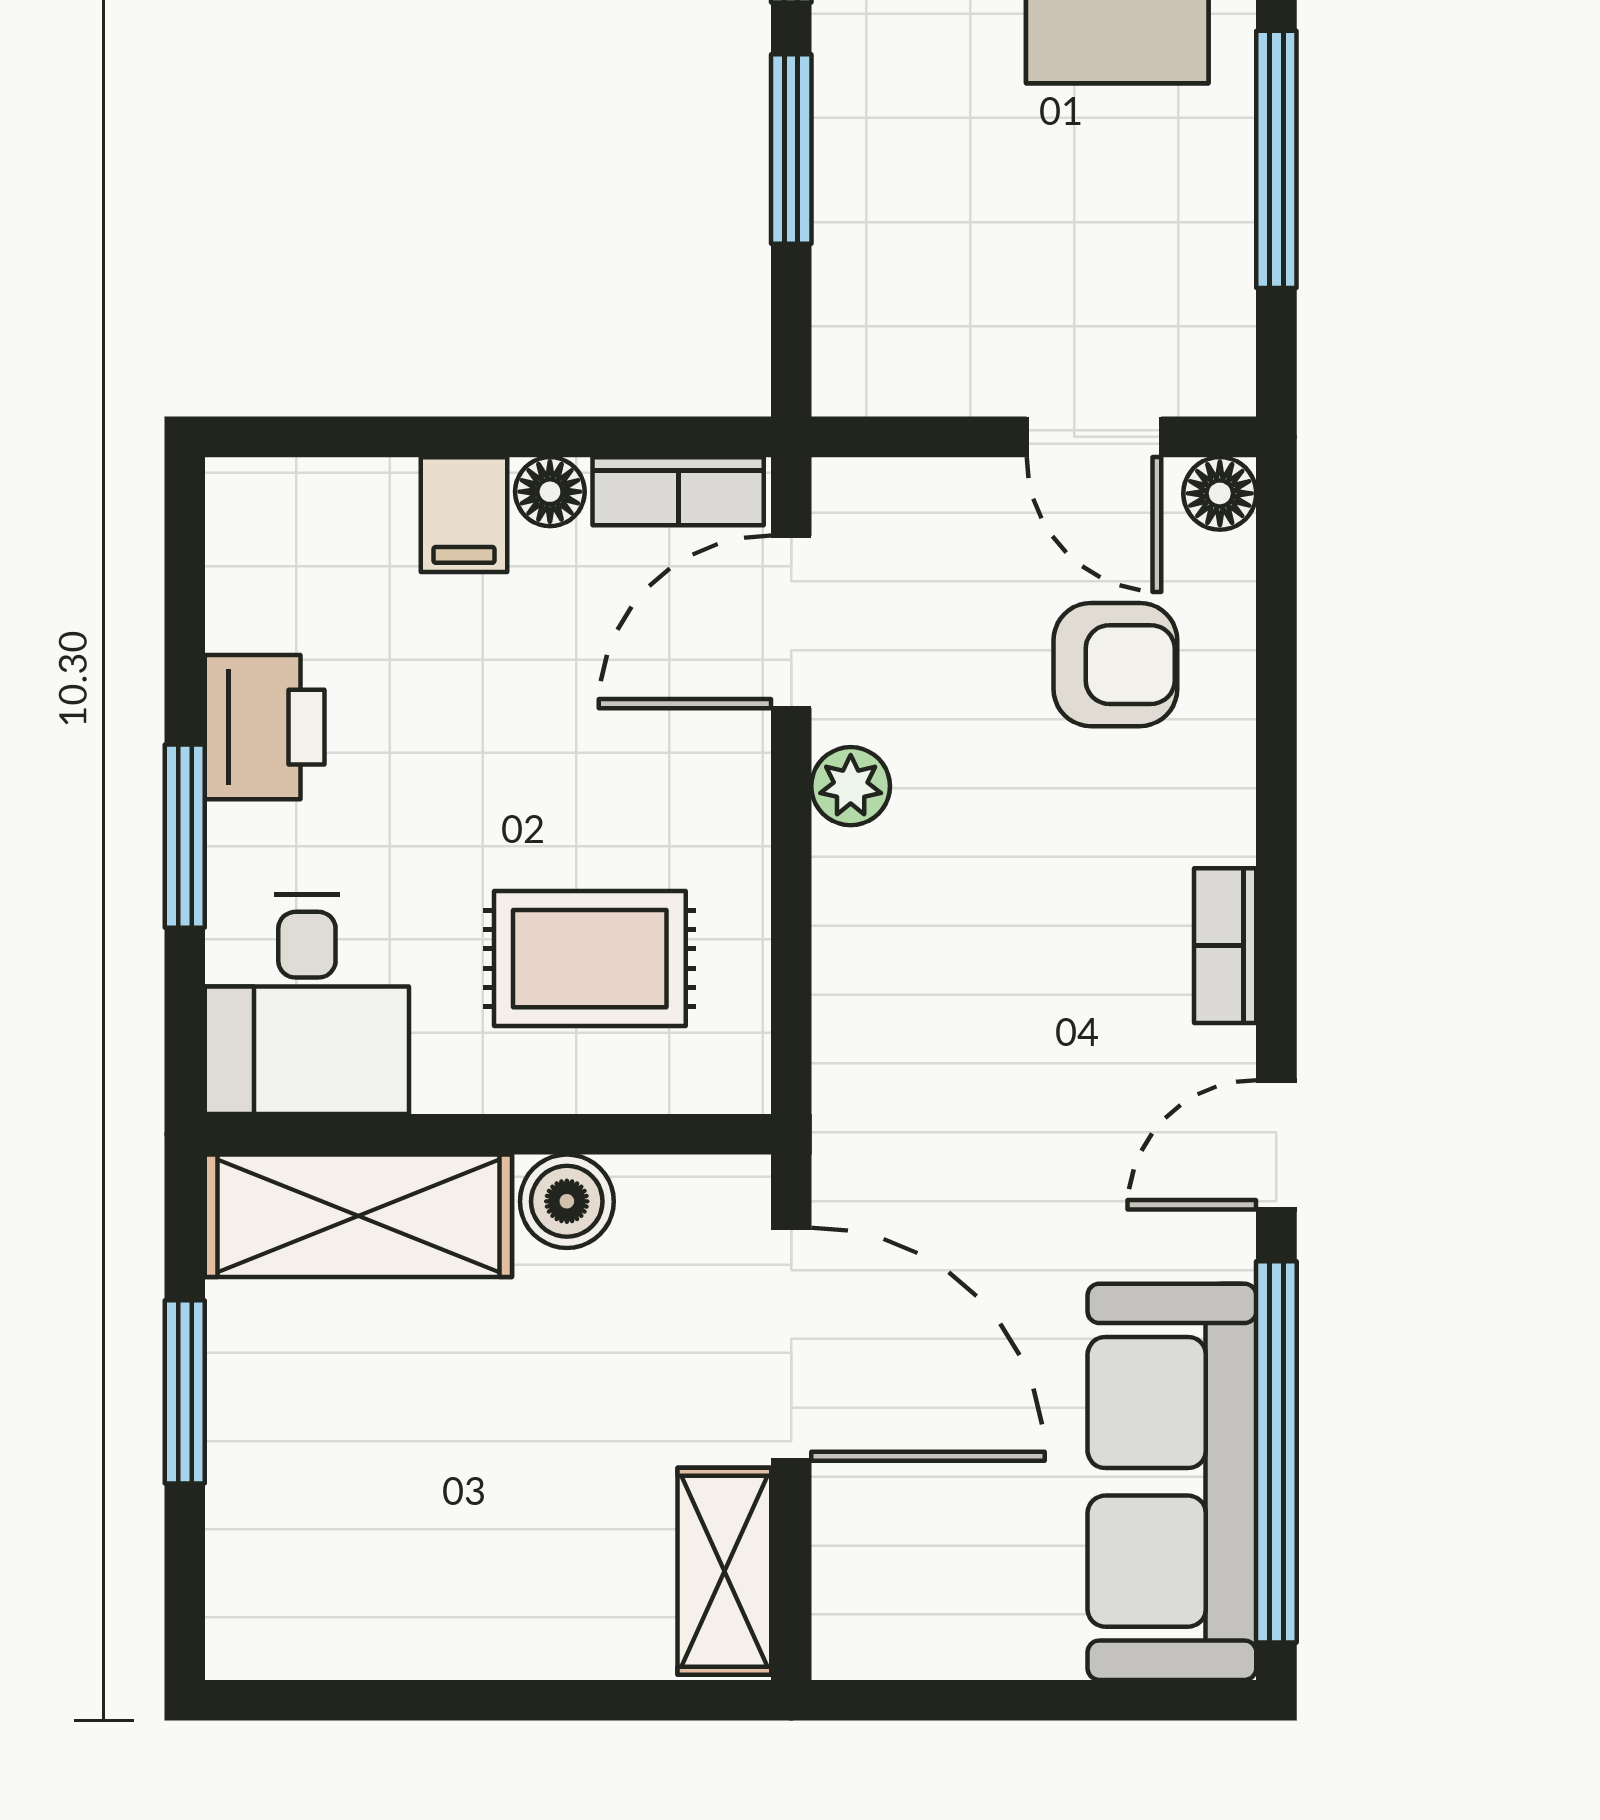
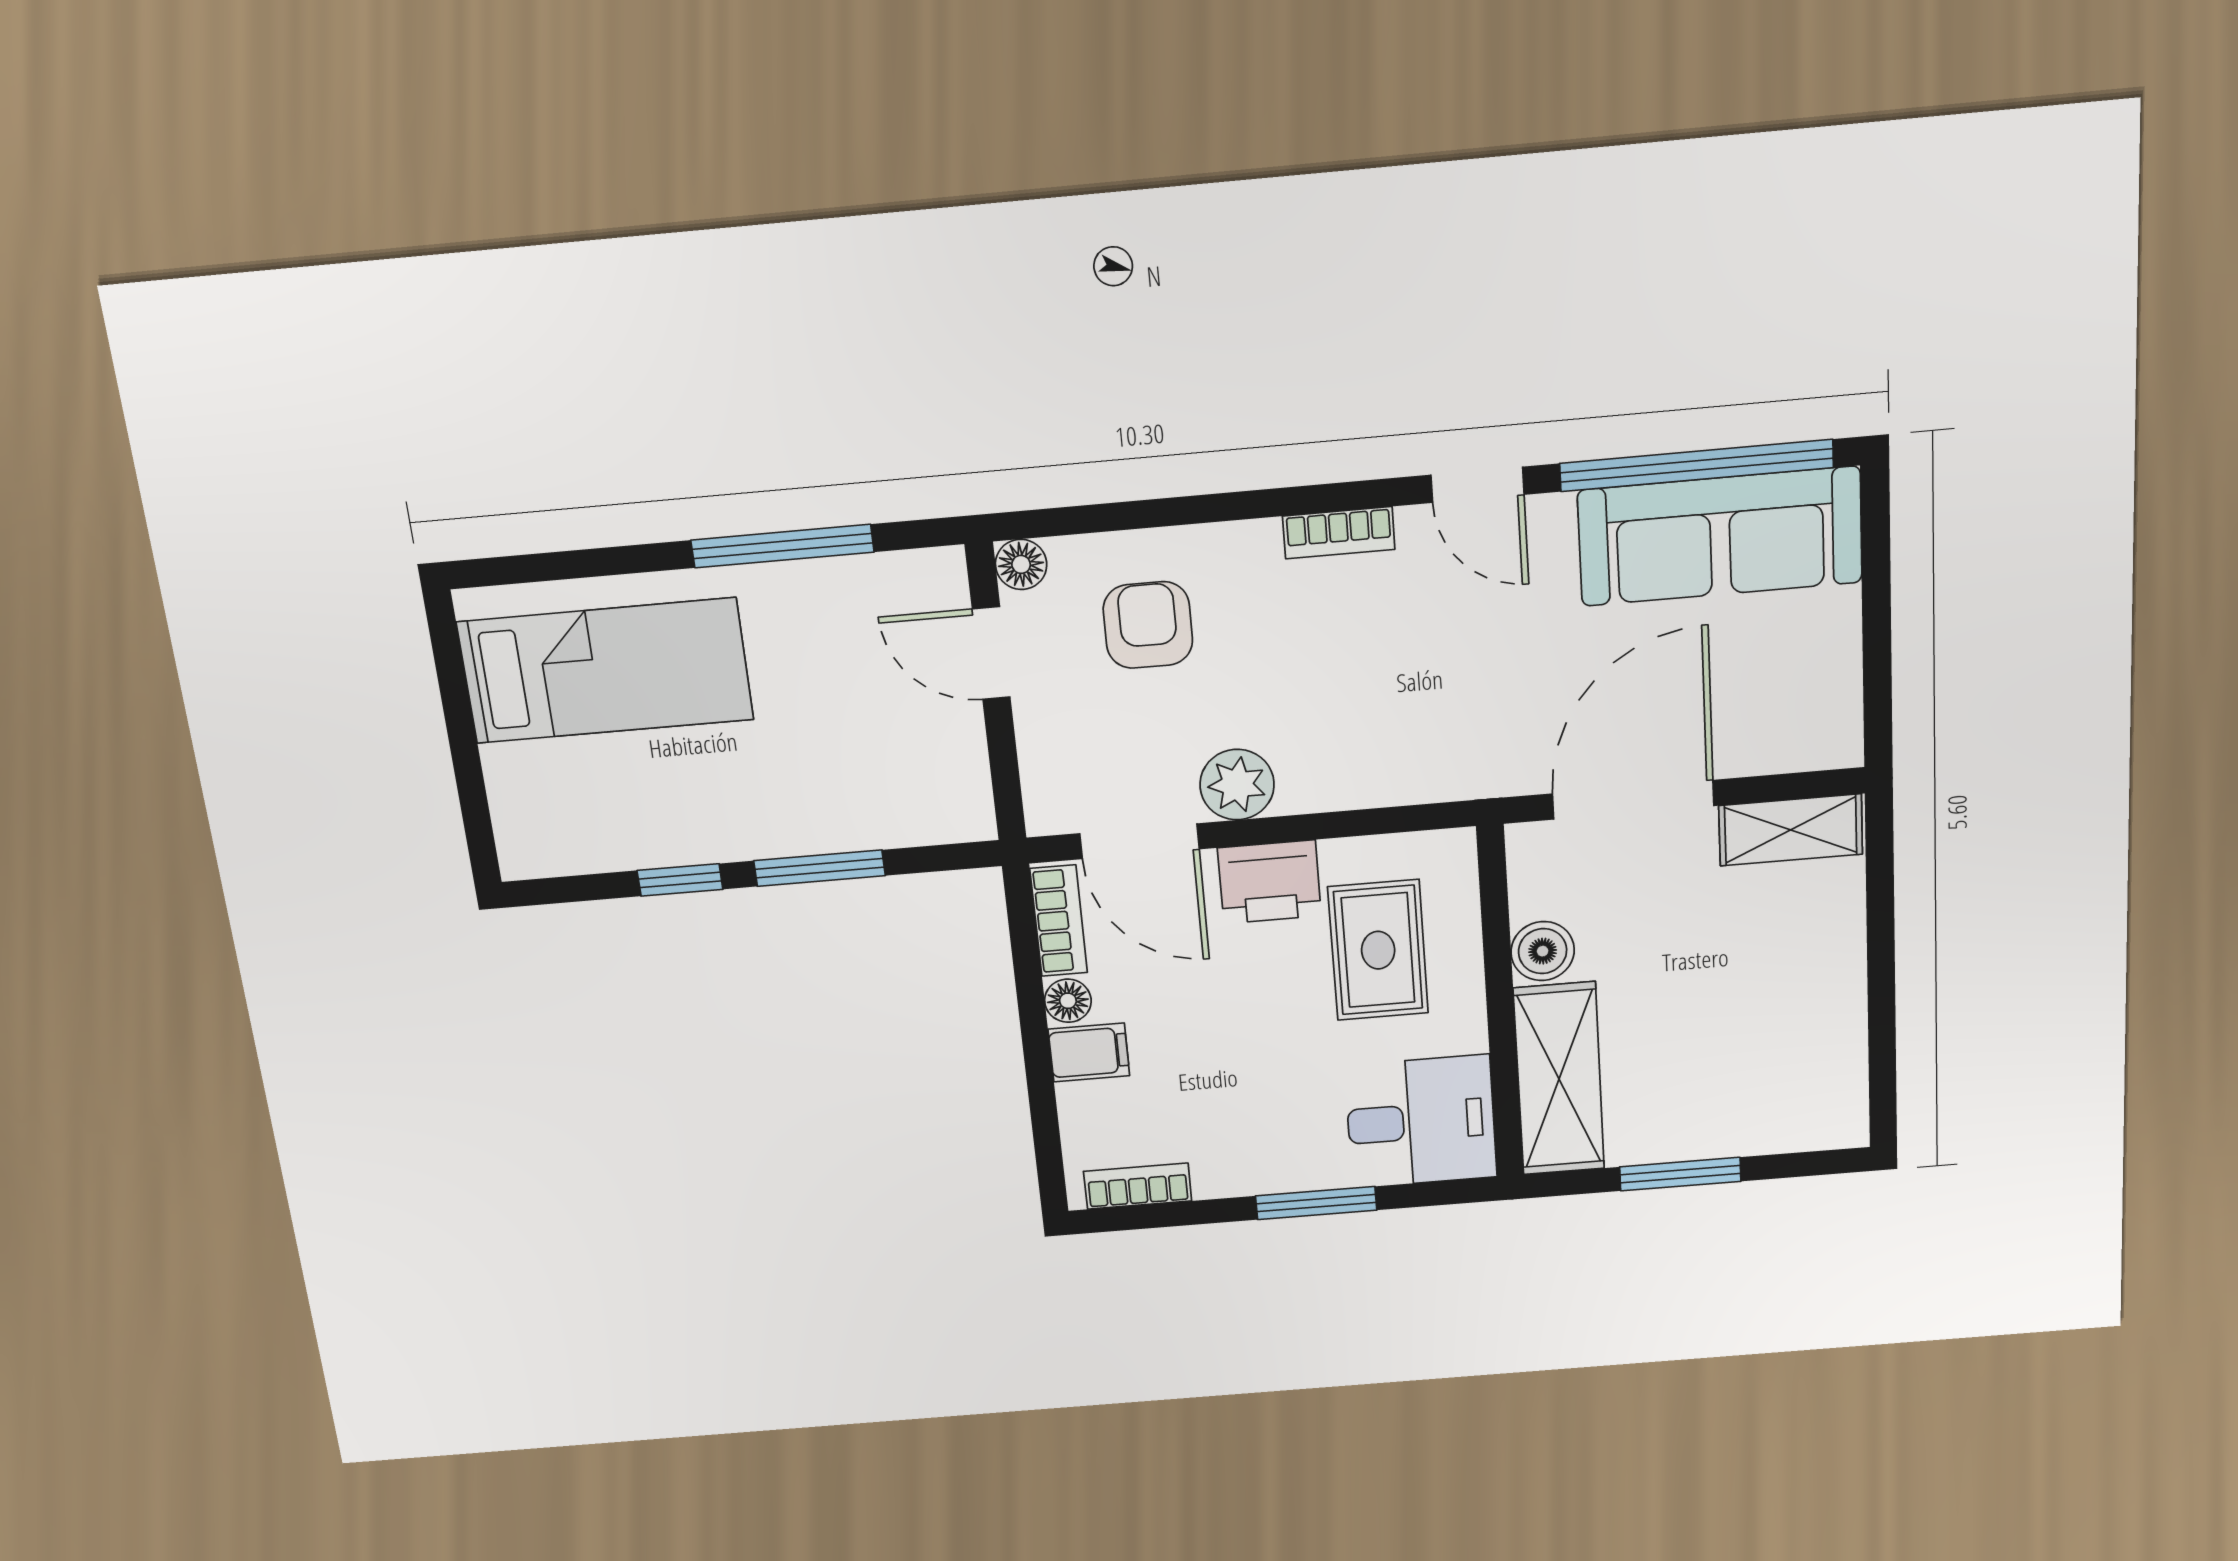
door: (1094, 437) -> (991, 653), swing flipped
bookcase: (237, 567) -> (1138, 1186), added
printer: (265, 727) -> (1270, 882), moved, turned 180
plant: (851, 786) -> (1237, 785), width x1.38, depth x1.38

